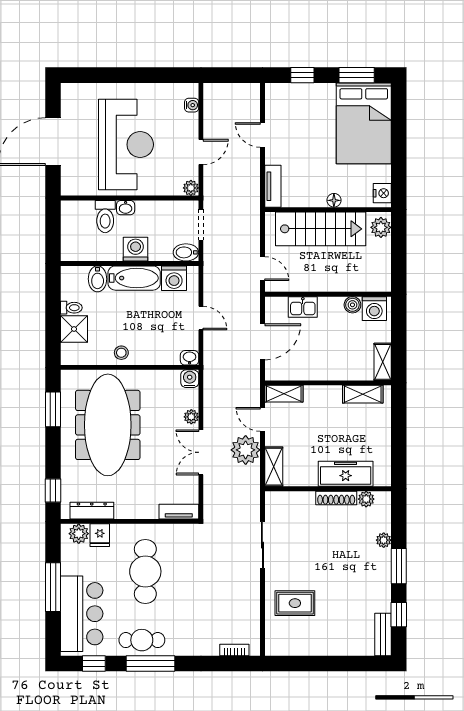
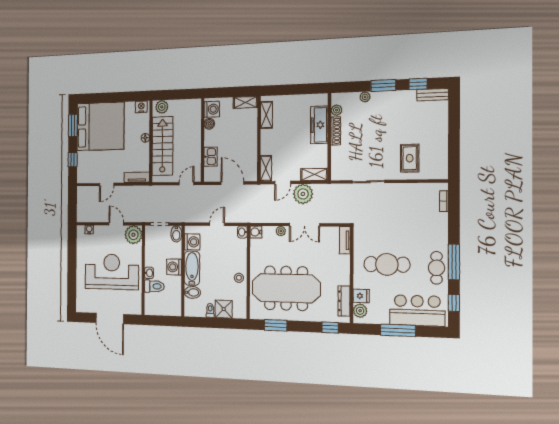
bed: (364, 123) -> (100, 126), width x1.36
plant: (191, 188) -> (133, 235), width x1.88, depth x1.88

